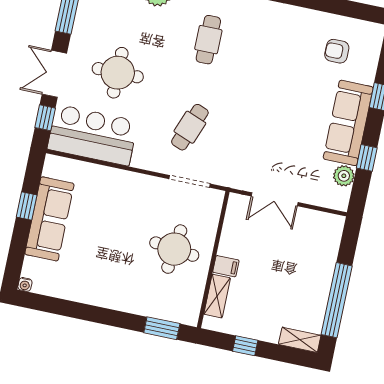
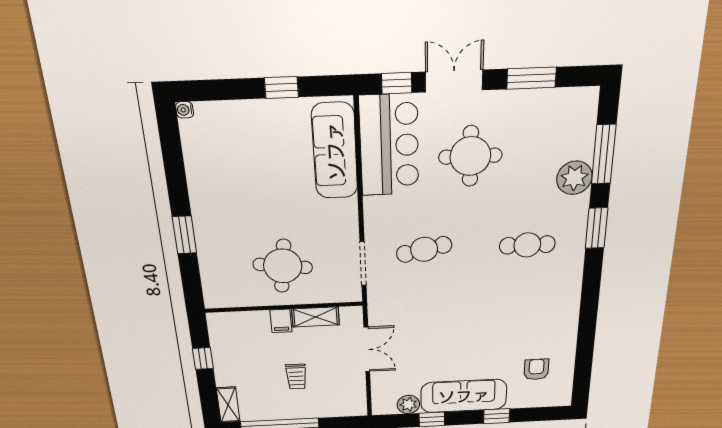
cafe table: (190, 127) -> (424, 249), turned -33
double door: (275, 199) -> (367, 349), swing flipped
sofa: (49, 219) -> (335, 151), moved, turned 90
trolley: (286, 269) -> (296, 377), added
shelving: (217, 296) -> (315, 317), moved
window: (162, 328) -> (184, 235), moved

